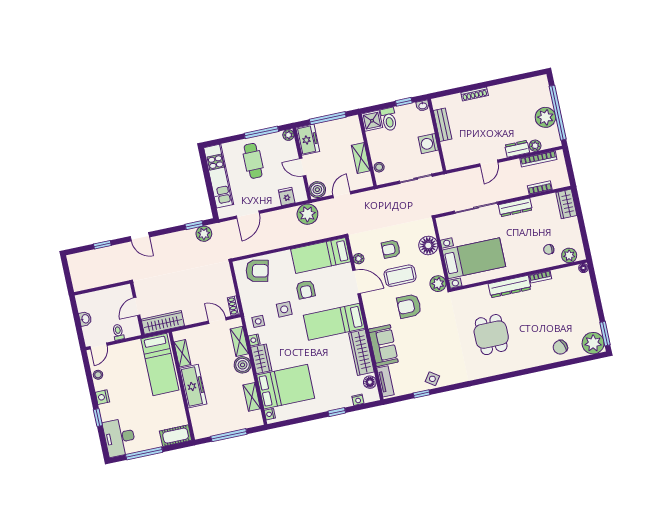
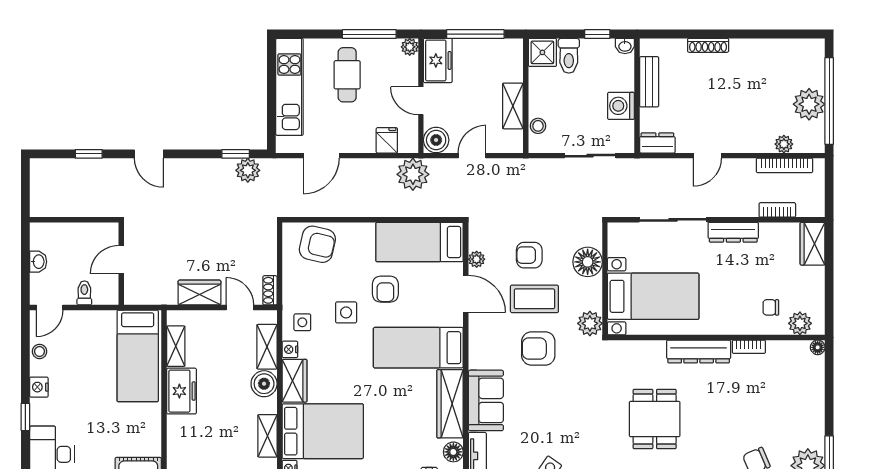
dresser: (517, 149) -> (657, 143), moved
wardrobe: (163, 322) -> (199, 293), moved, width x0.67
freezer: (193, 386) -> (181, 391), width x0.71

